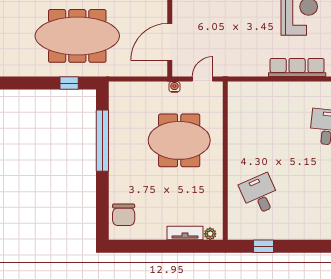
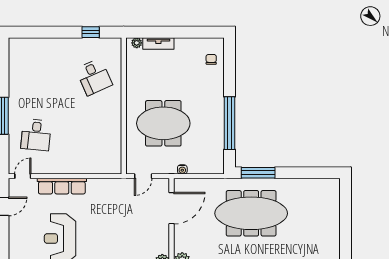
window: (69, 83) -> (258, 173), width x2.17
water cooler: (174, 87) -> (182, 169), moved
chair: (124, 215) -> (211, 59), width x0.54, depth x0.54

